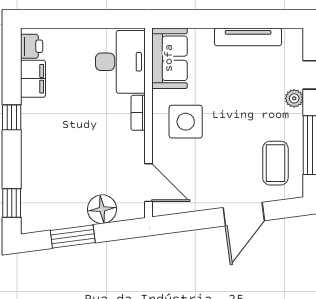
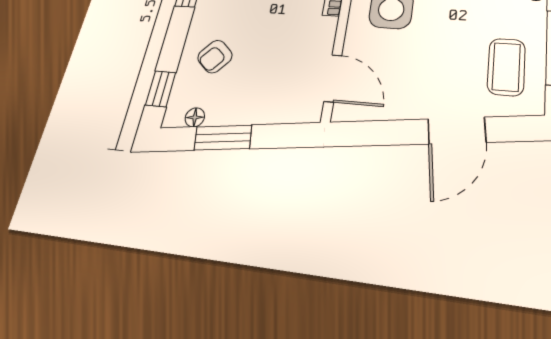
armchair: (50, 172) -> (215, 57), added
floor lamp: (102, 209) -> (195, 117), moved, width x0.53, depth x0.53

